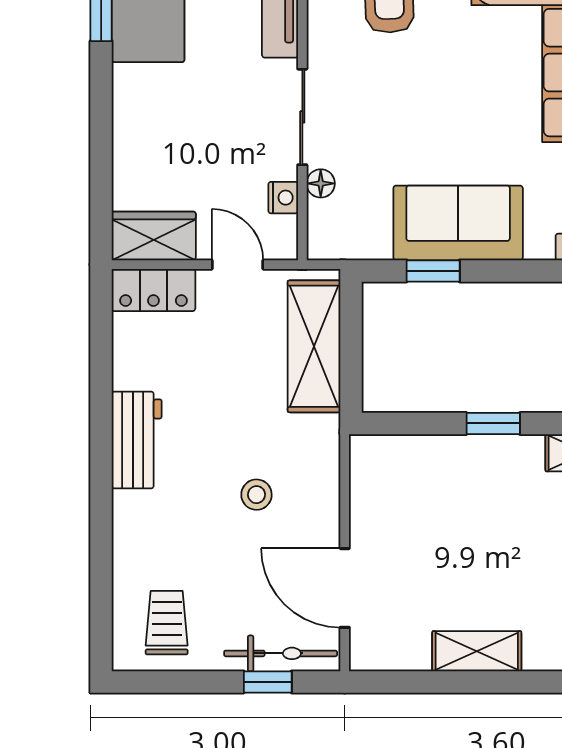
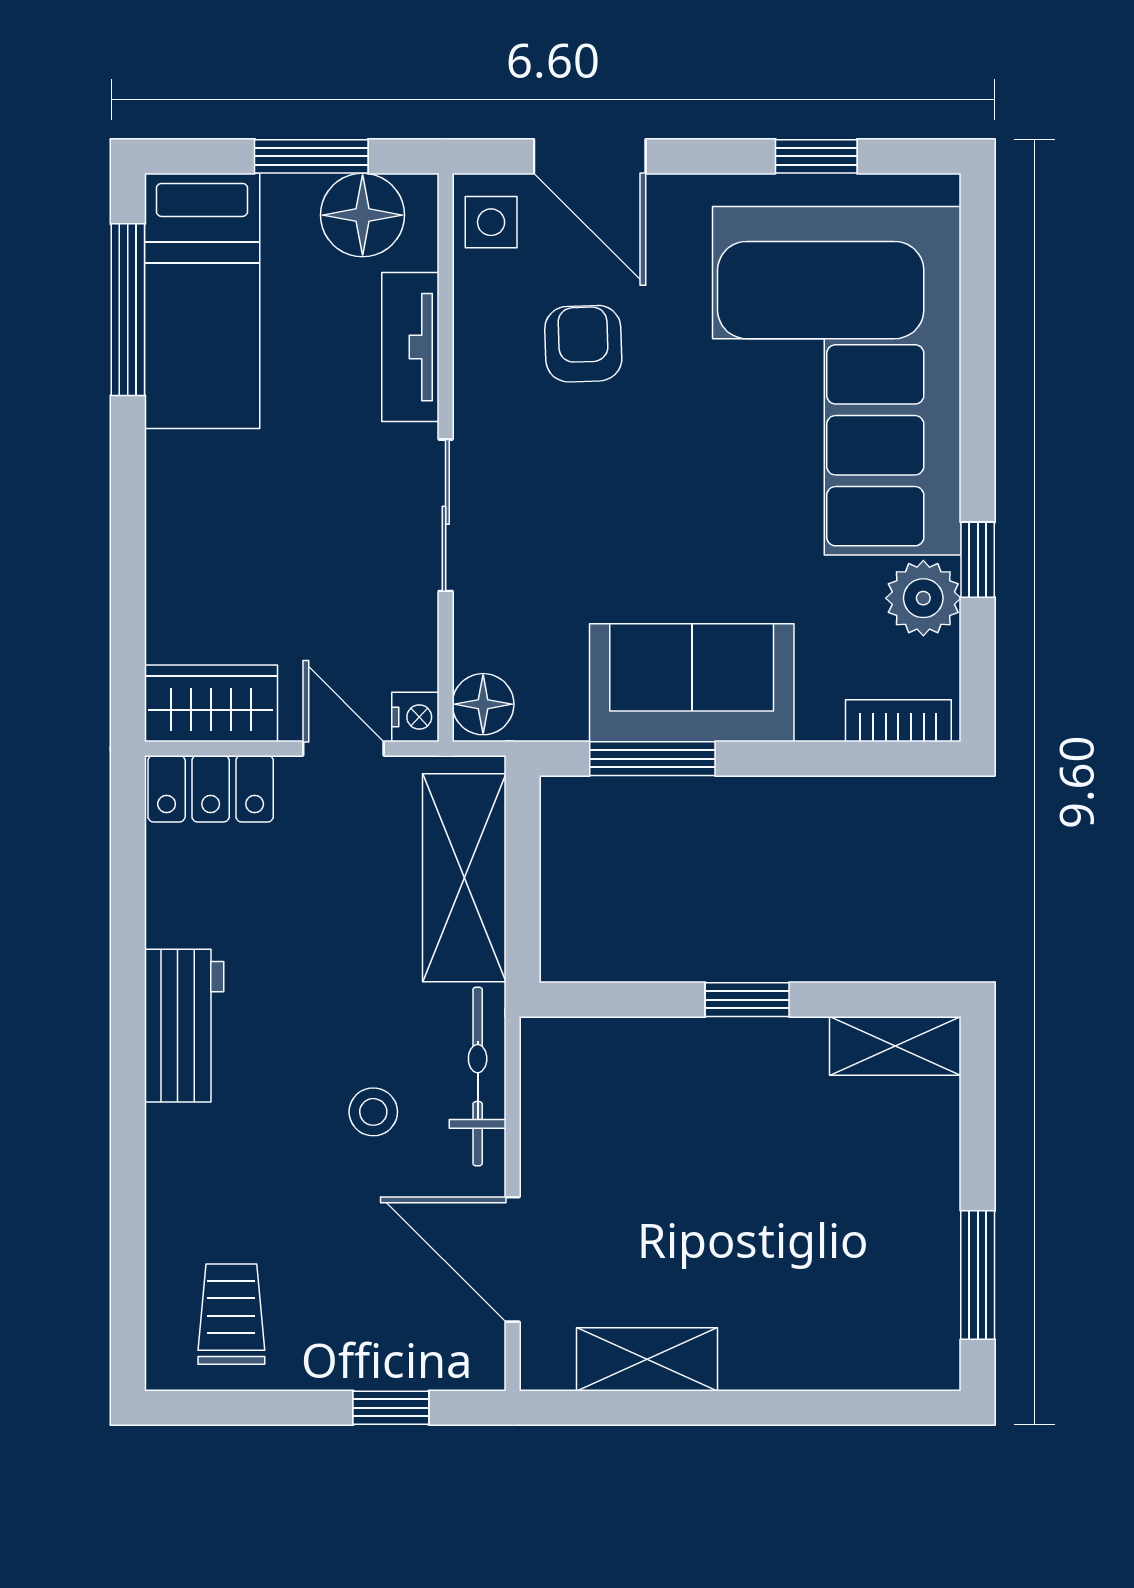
floor lamp: (321, 183) -> (483, 704), moved, width x1.37, depth x1.37
nightstand: (283, 198) -> (415, 717), moved
window: (433, 271) -> (652, 759), width x1.50
shelving: (477, 651) -> (647, 1359), moved
bicycle: (281, 653) -> (478, 1076), moved, turned -90

